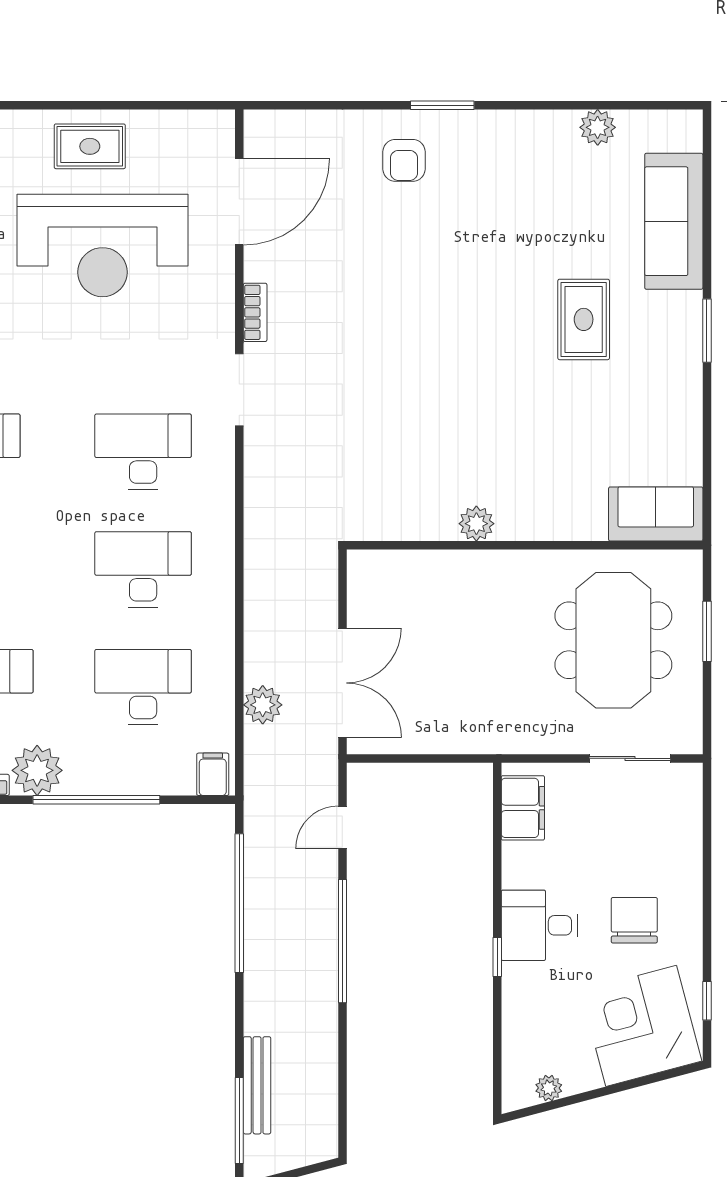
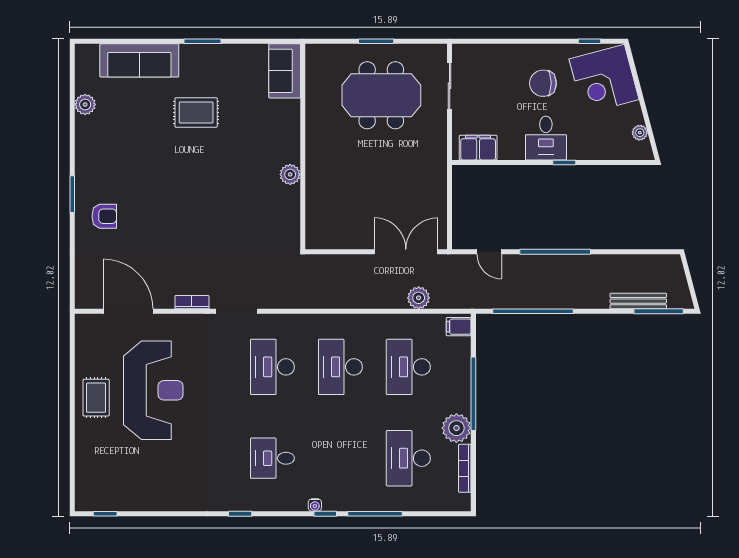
sofa: (656, 514) -> (285, 71), moved
plant: (476, 524) -> (290, 174), moved
wall: (525, 545) -> (303, 147), moved

